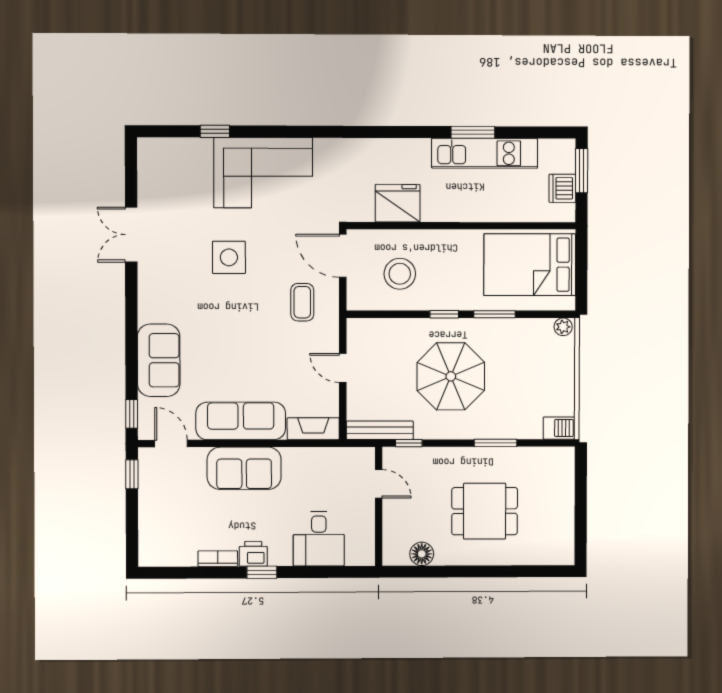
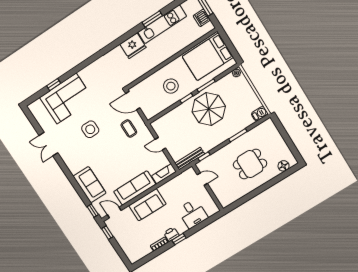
corner sofa: (263, 173) -> (67, 99), moved
fridge: (398, 203) -> (133, 46), moved, turned 180
stool: (400, 274) -> (171, 86), moved
parasol: (451, 376) -> (209, 109), moved
floor lamp: (422, 554) -> (284, 166), moved

